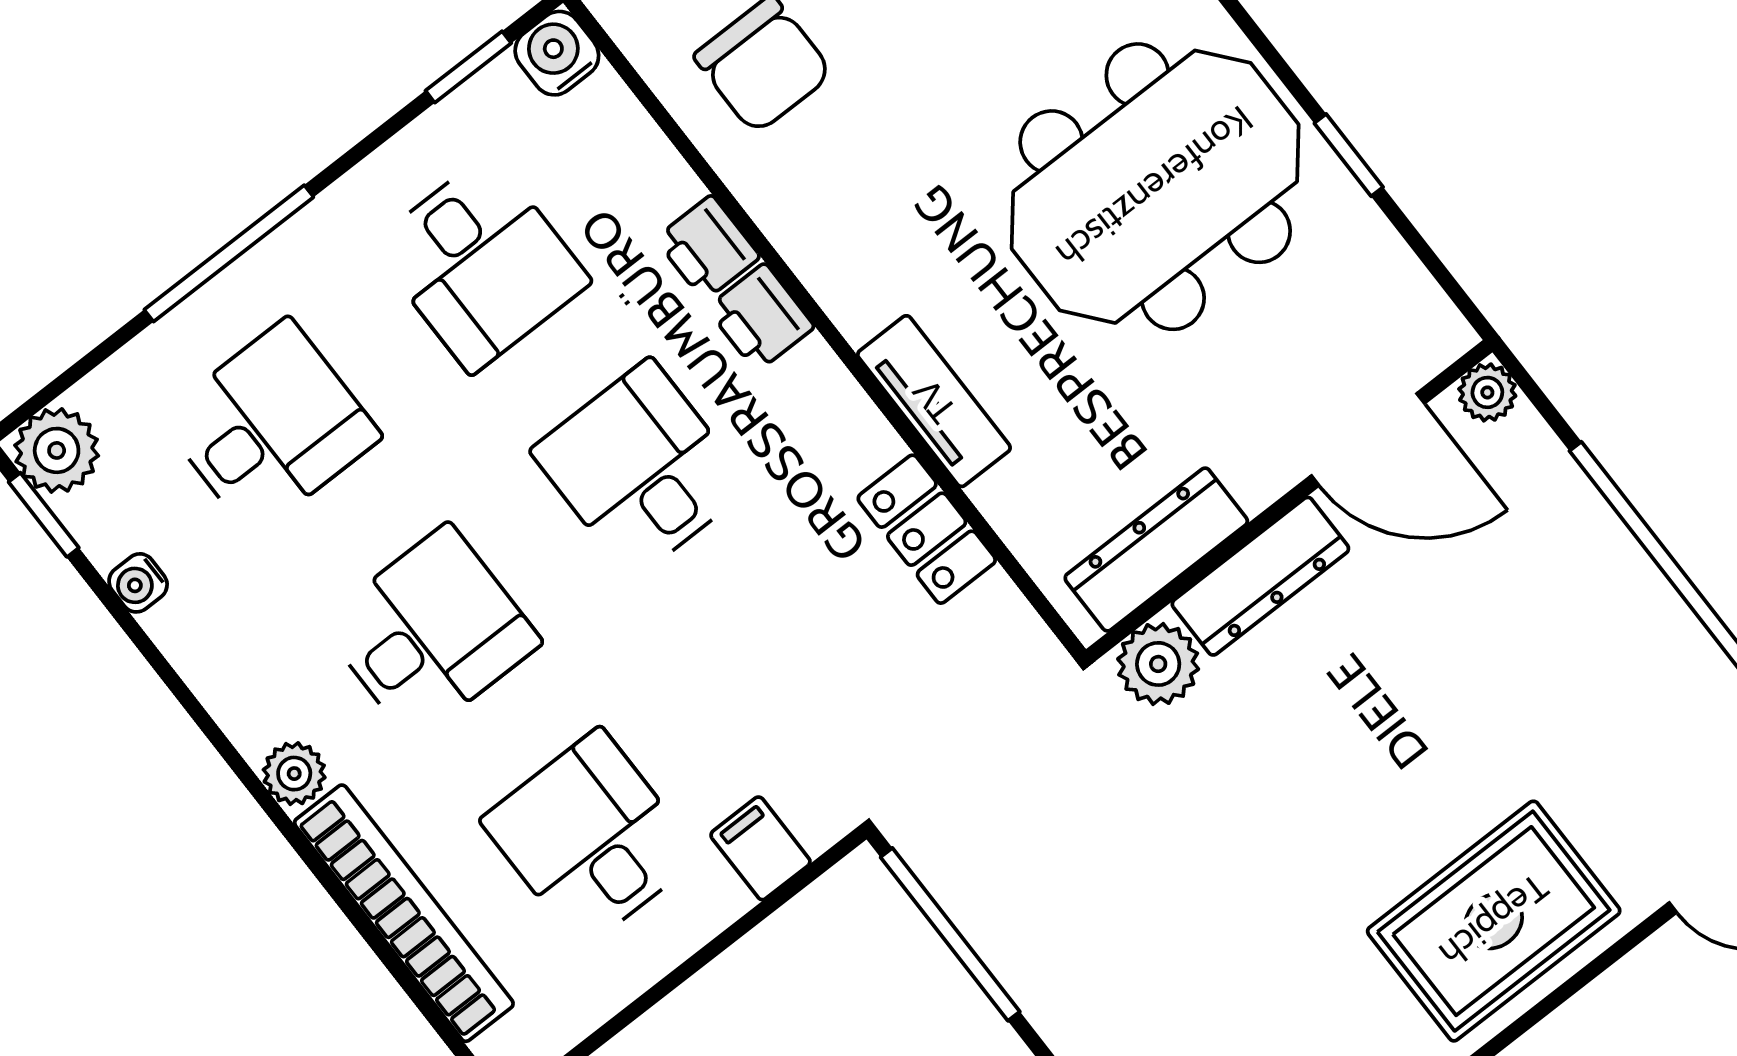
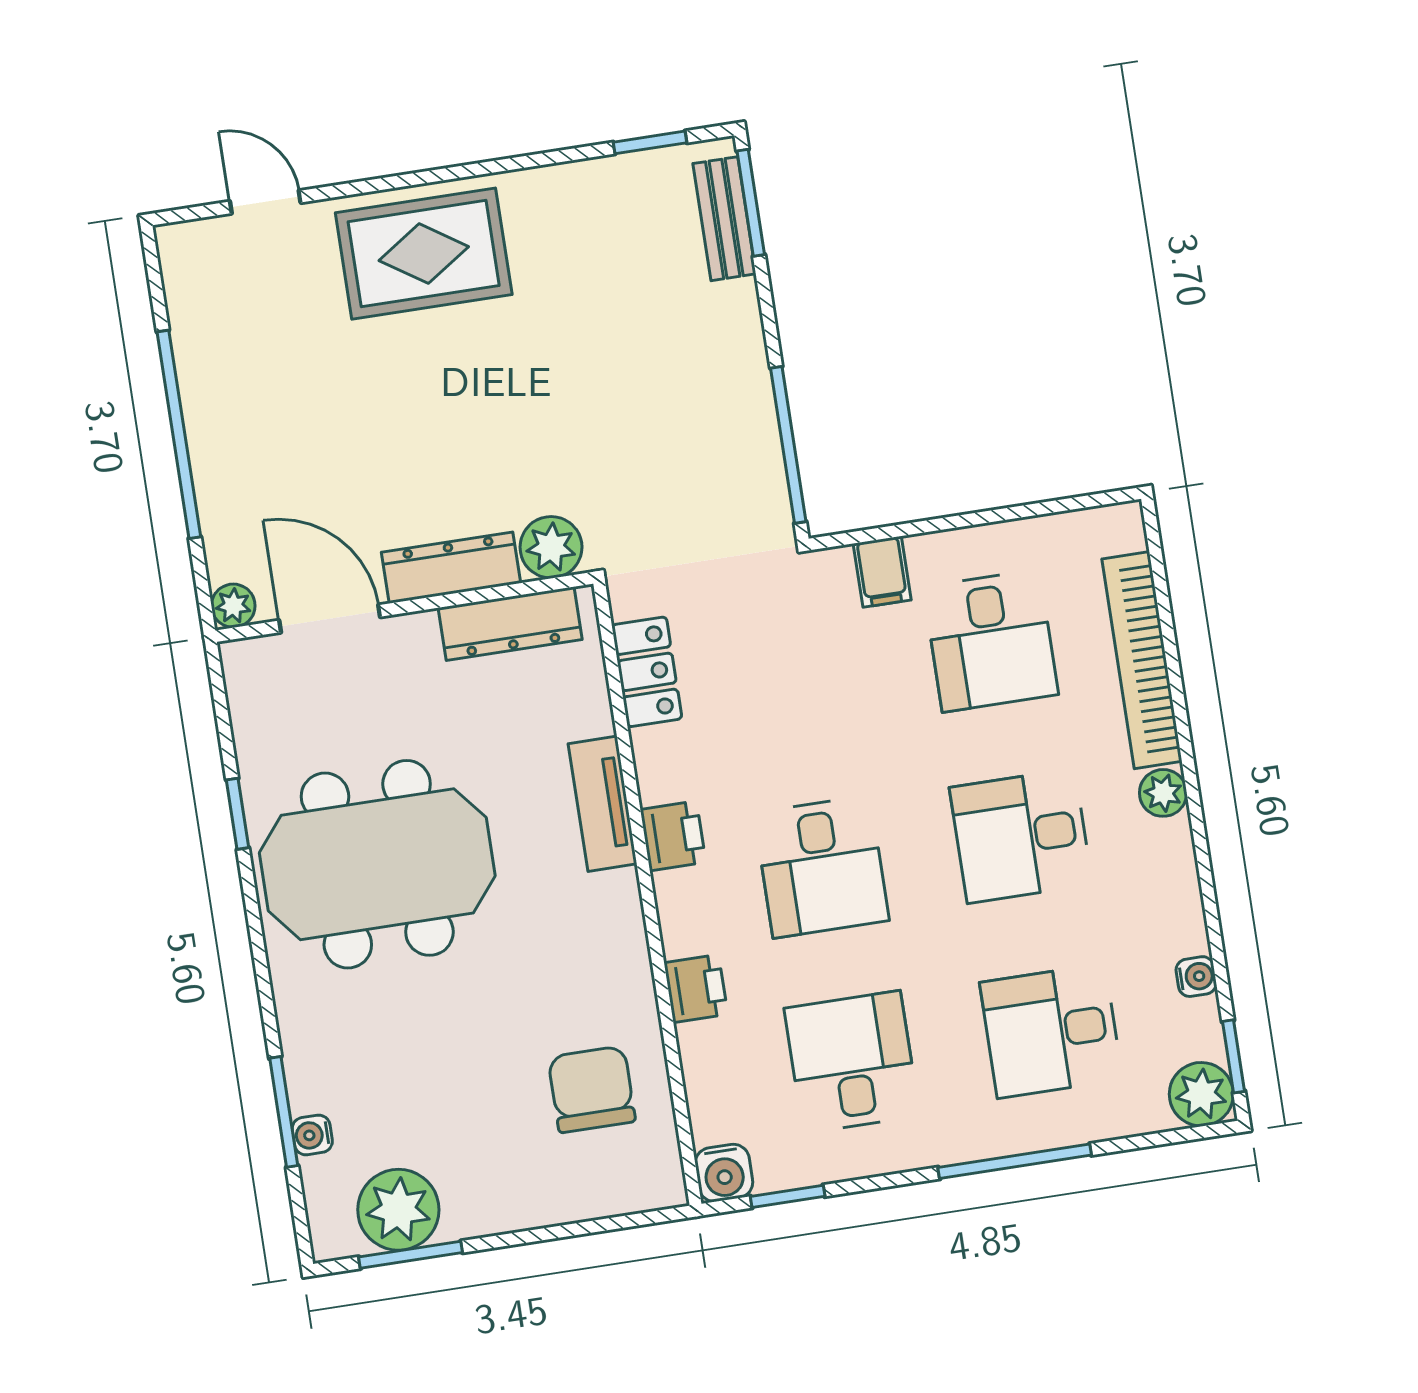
printer: (761, 317) -> (673, 836), moved
locker: (927, 529) -> (647, 672), moved

